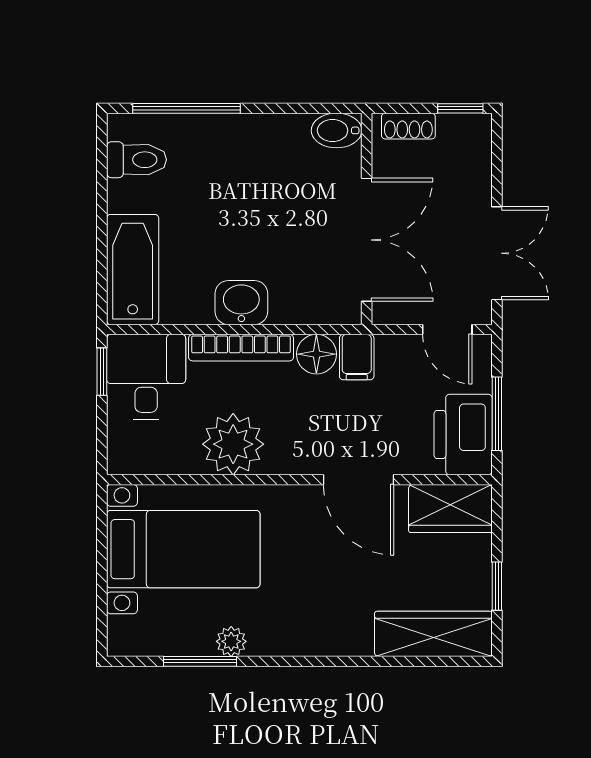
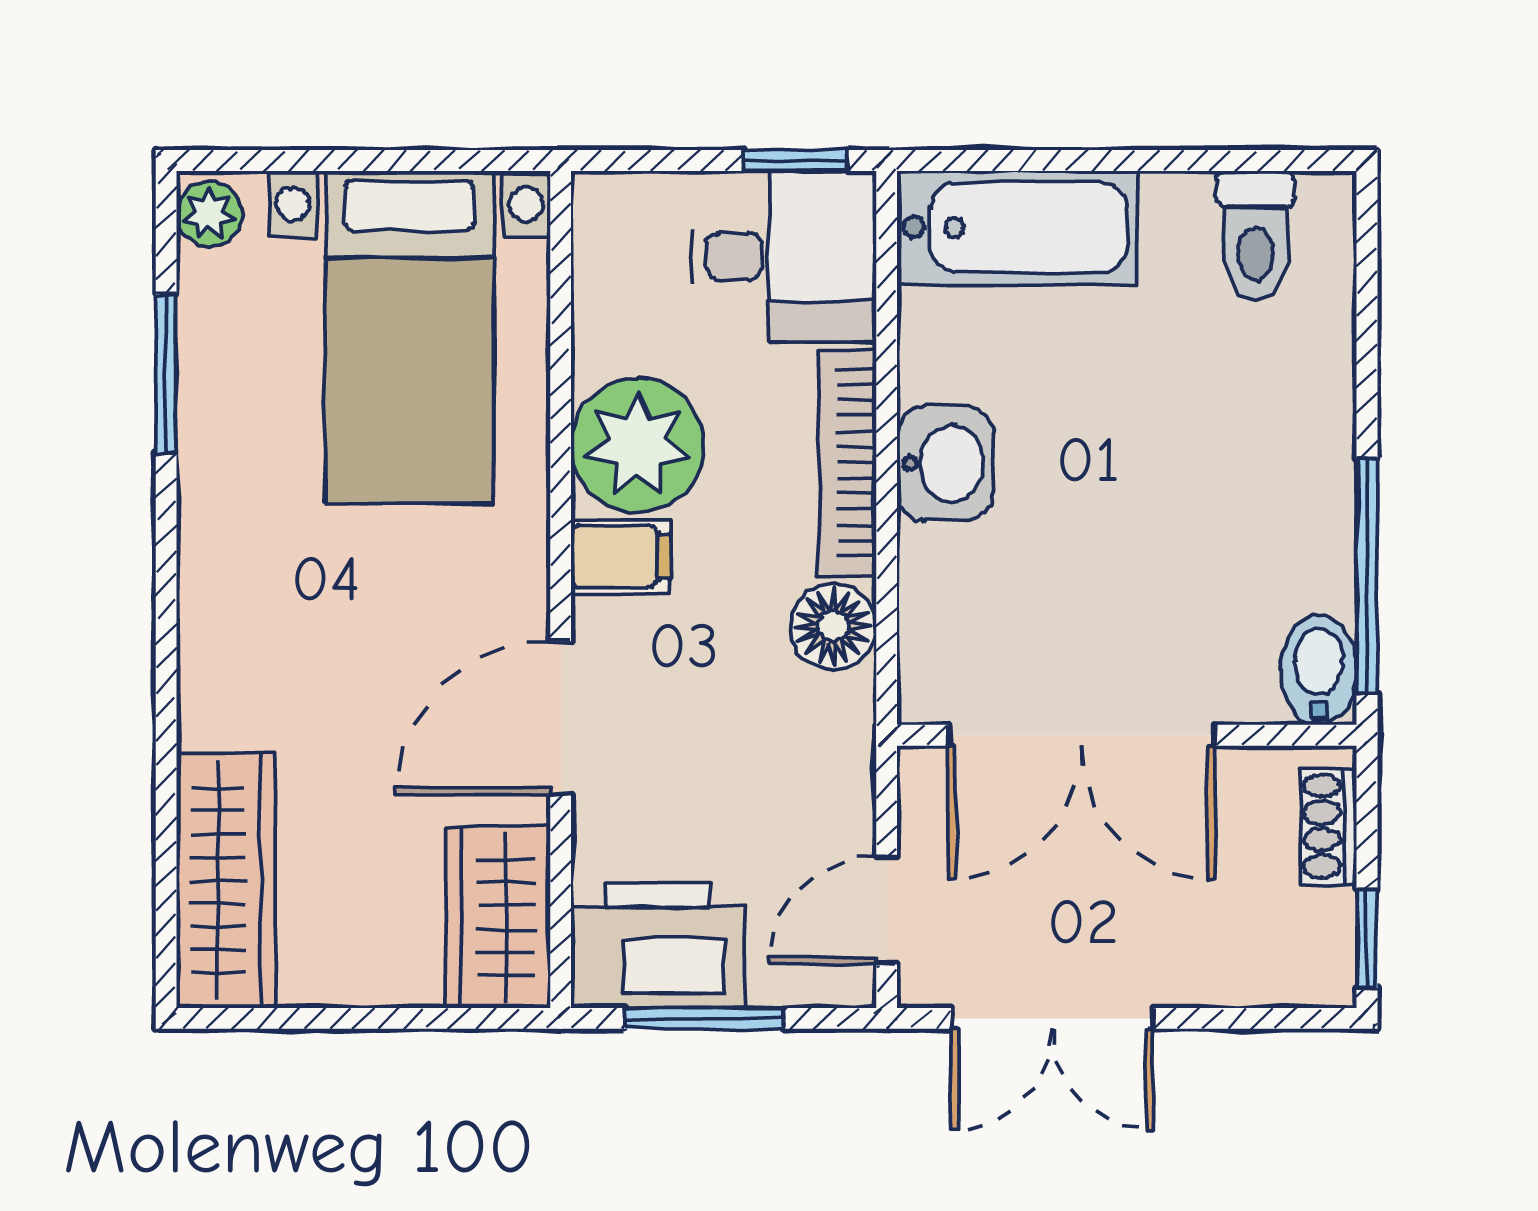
window: (186, 108) -> (1367, 576), moved
filing cabinet: (357, 357) -> (621, 556), moved, turned 180
window: (497, 586) -> (329, 1018), removed
plant: (231, 641) -> (209, 214), moved

